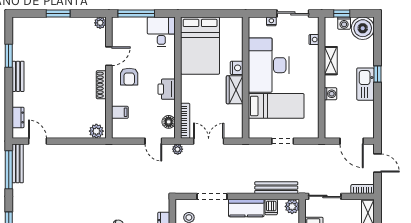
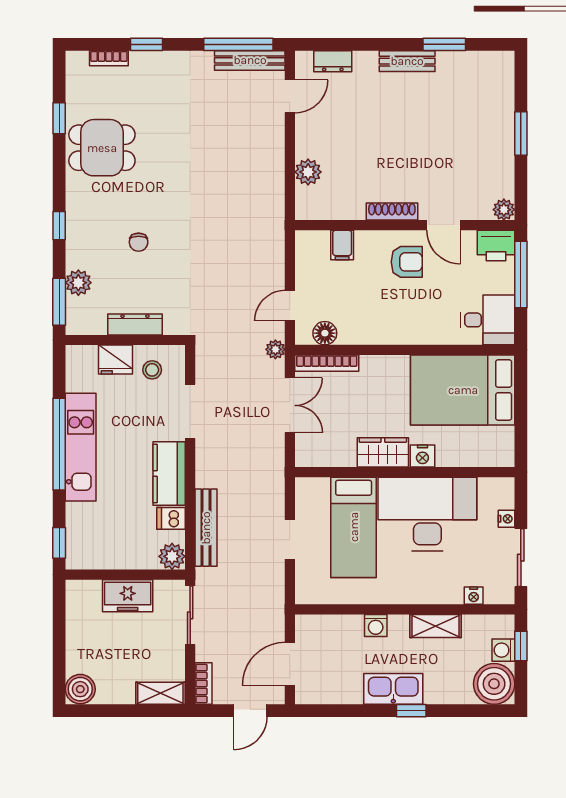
armchair: (129, 77) -> (407, 262), turned 180
printer: (167, 89) -> (496, 246), moved, turned 180
plant: (96, 131) -> (308, 172), moved

